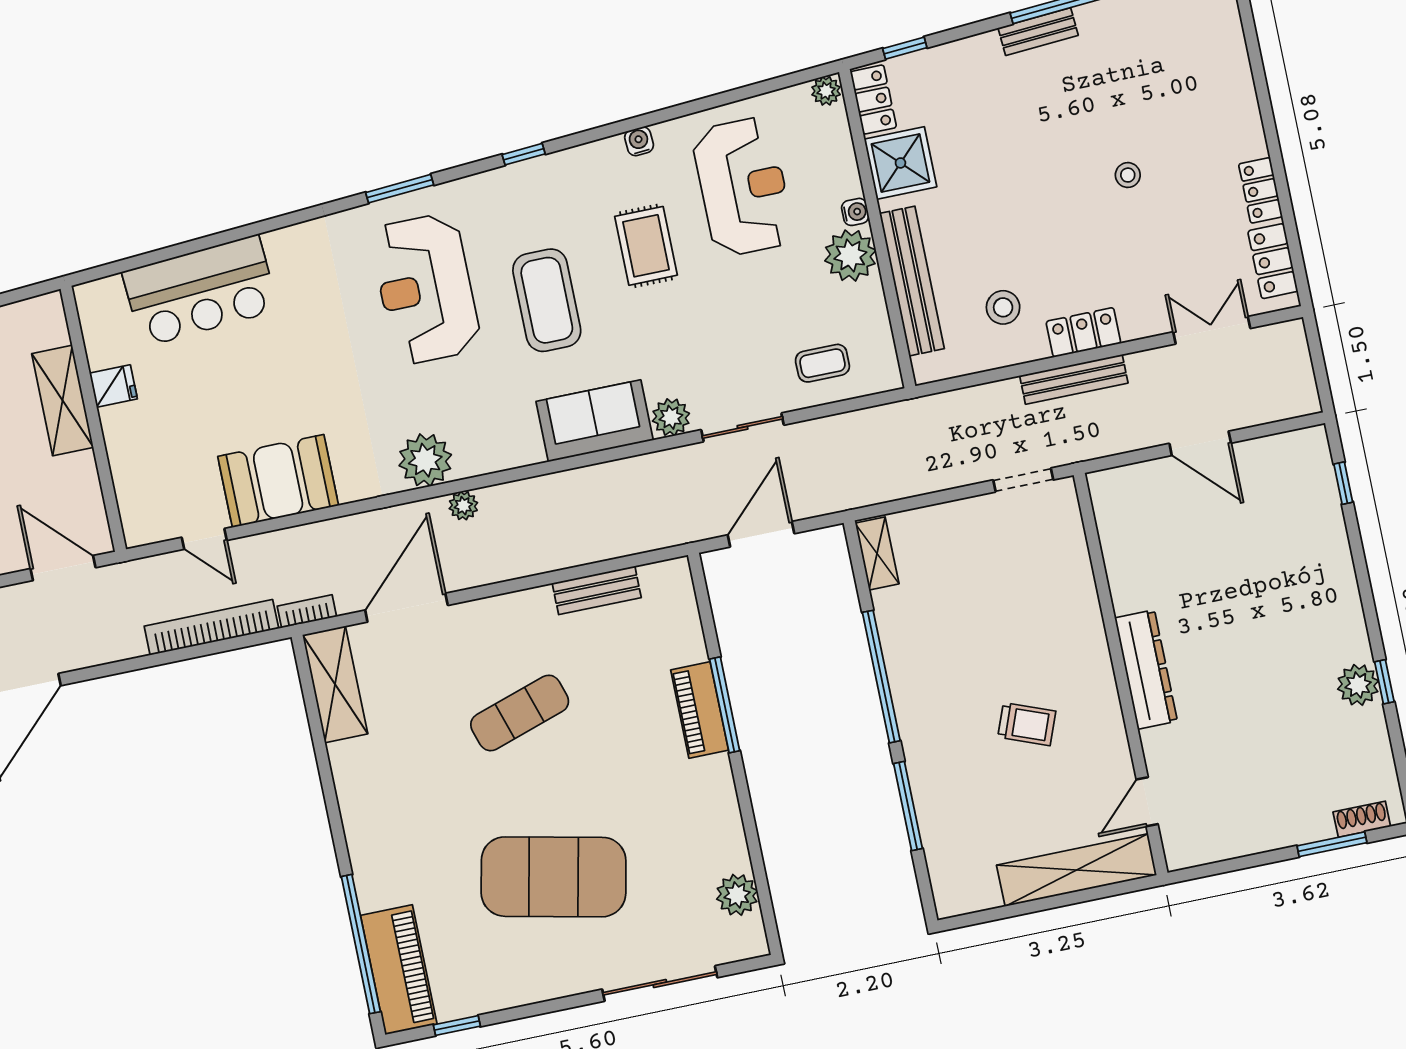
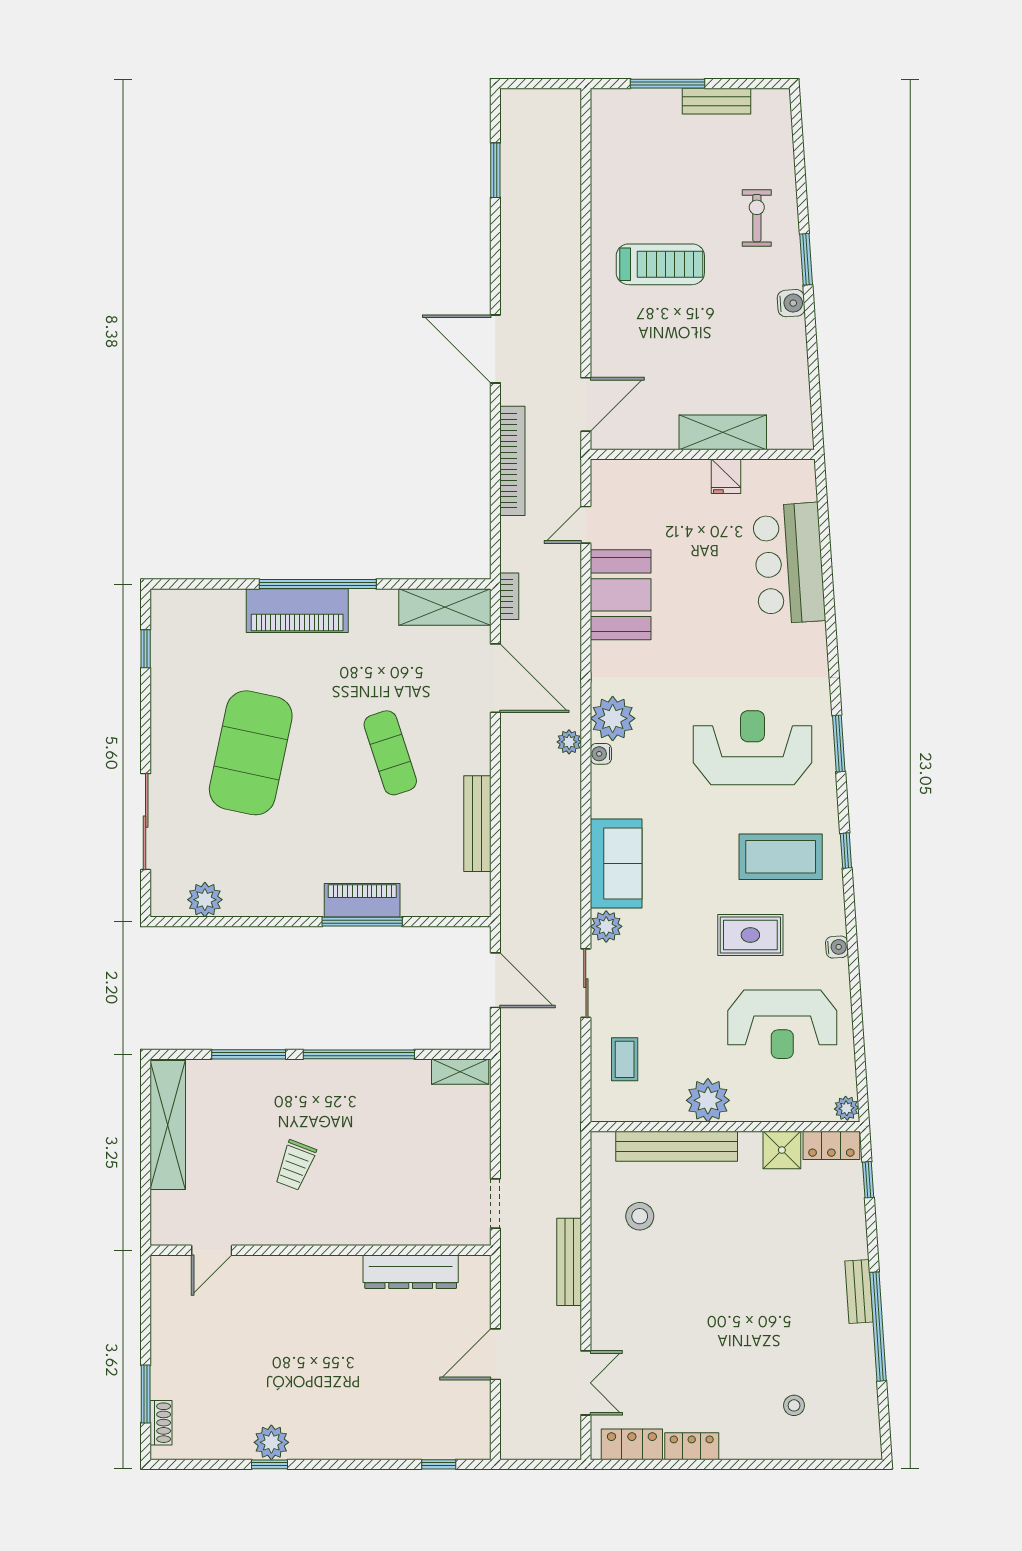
shower: (900, 163) -> (782, 1150), width x0.73, depth x0.73
stool: (1128, 175) -> (794, 1405), moved
water cooler: (855, 212) -> (601, 754), moved, turned 90
coffee table: (547, 300) -> (781, 857), moved
locker: (1083, 332) -> (606, 1278), removed
bench: (597, 590) -> (477, 824), width x1.36
bookcase: (211, 627) -> (512, 461), moved
dresser: (1146, 670) -> (411, 1272), moved
door: (1147, 802) -> (212, 1250), swing flipped
shelving: (1077, 870) -> (168, 1125), moved
window: (361, 944) -> (318, 584), moved
piano: (399, 970) -> (297, 611), moved

